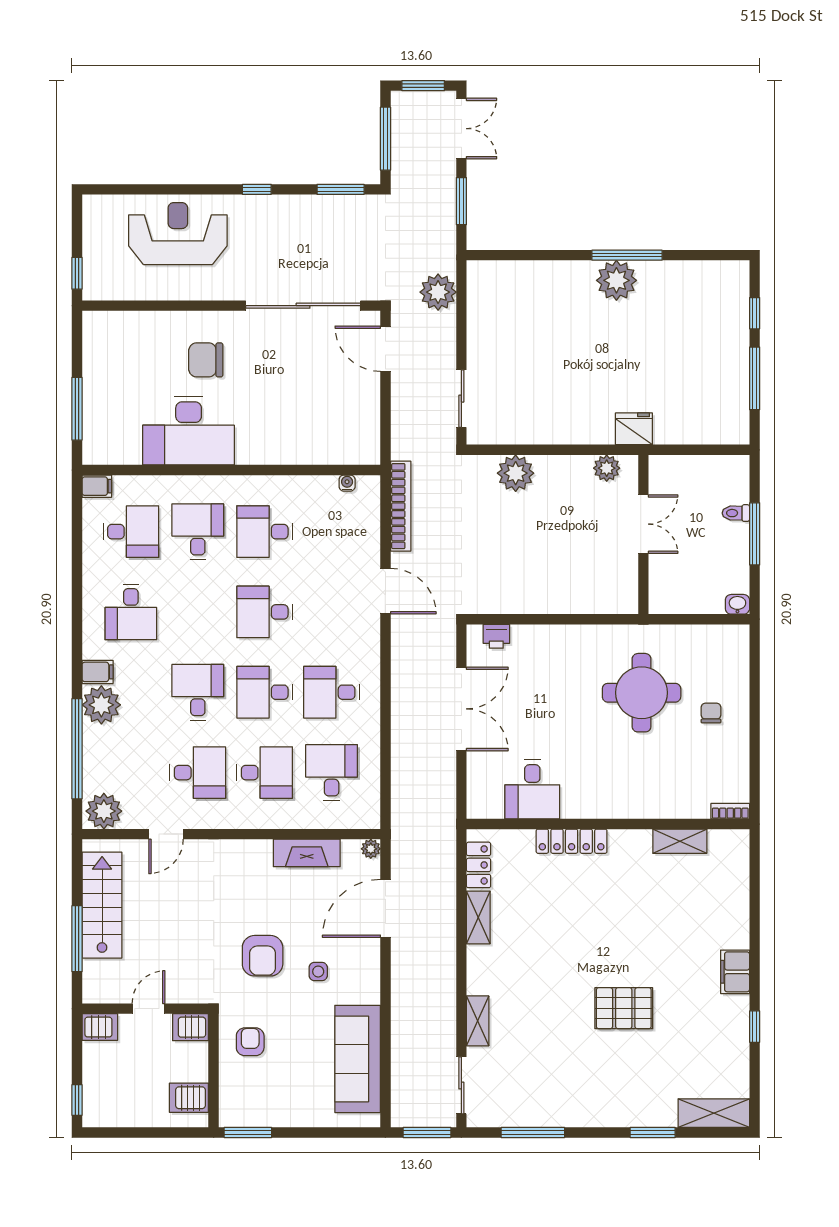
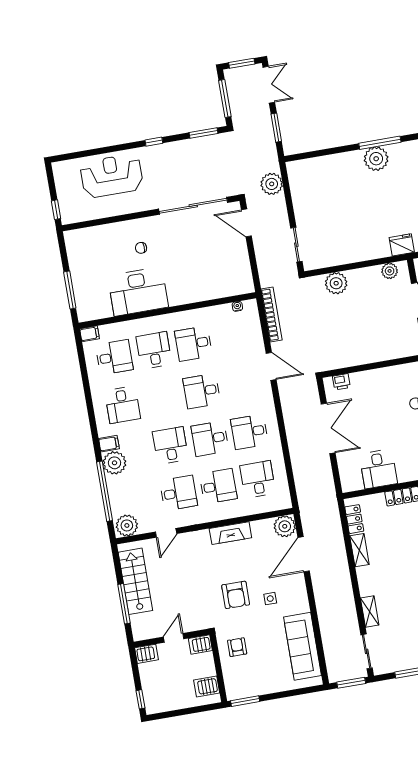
chair: (206, 360) -> (141, 248), width x0.54, depth x0.54
plant: (371, 849) -> (285, 526), width x1.88, depth x1.88
fireplace: (307, 853) -> (230, 533), moved

